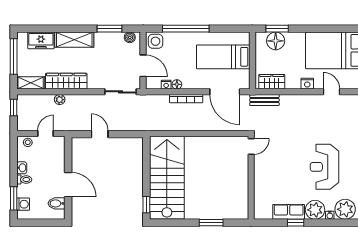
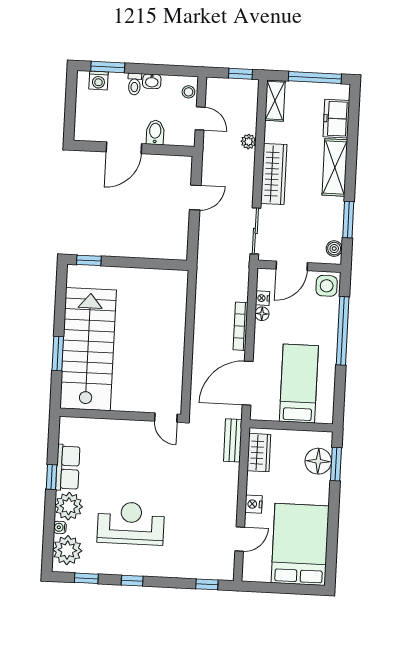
wardrobe: (66, 81) -> (274, 174), moved
stairs: (167, 178) -> (88, 349), moved, turned -90
bidet: (57, 203) -> (155, 132), moved

